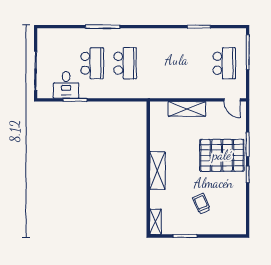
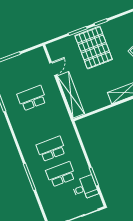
school desk: (224, 63) -> (32, 98), moved
door: (232, 100) -> (53, 69), moved
shelving: (187, 109) -> (71, 95), width x1.47

